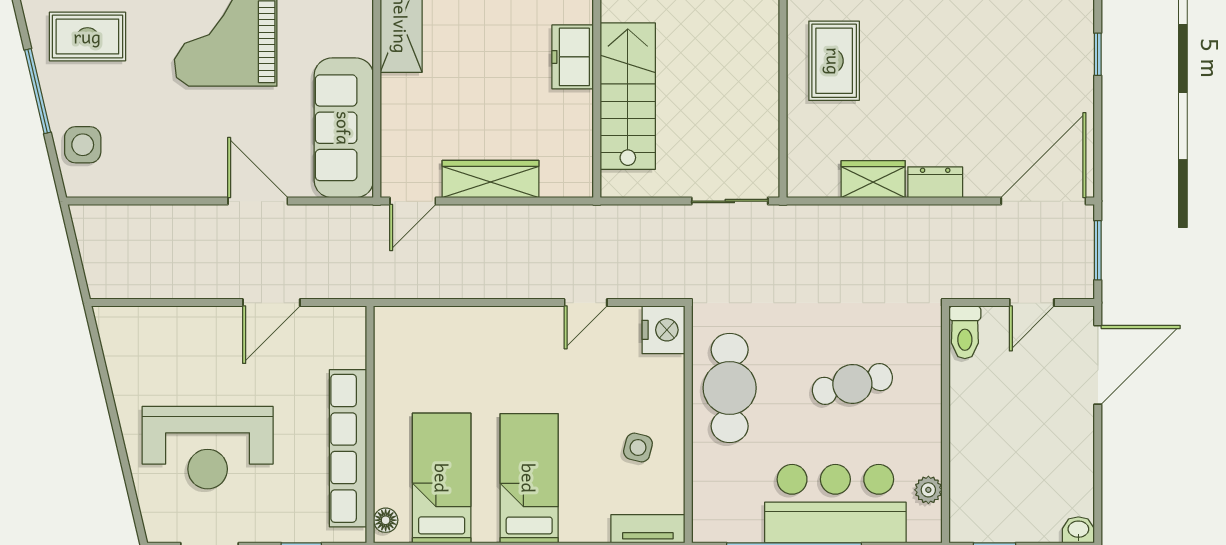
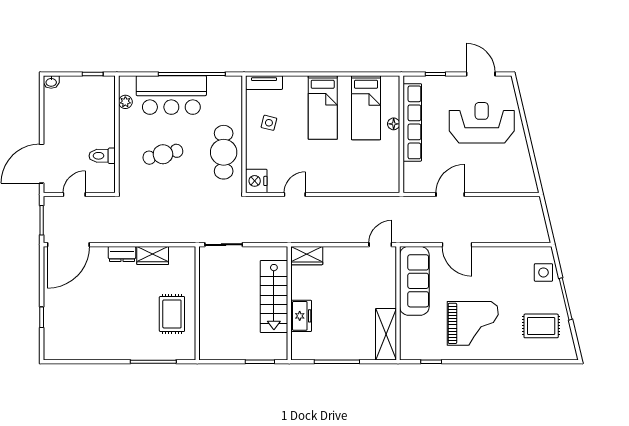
wardrobe: (490, 179) -> (307, 256), moved, width x0.67
toilet: (965, 332) -> (102, 156), moved, turned -90
floor lamp: (386, 520) -> (394, 124), moved

